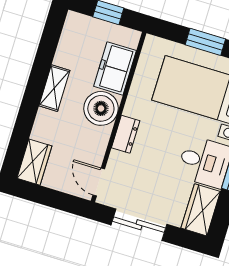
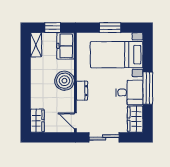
freezer: (115, 68) -> (66, 46), moved
shelving: (54, 88) -> (36, 45), moved

